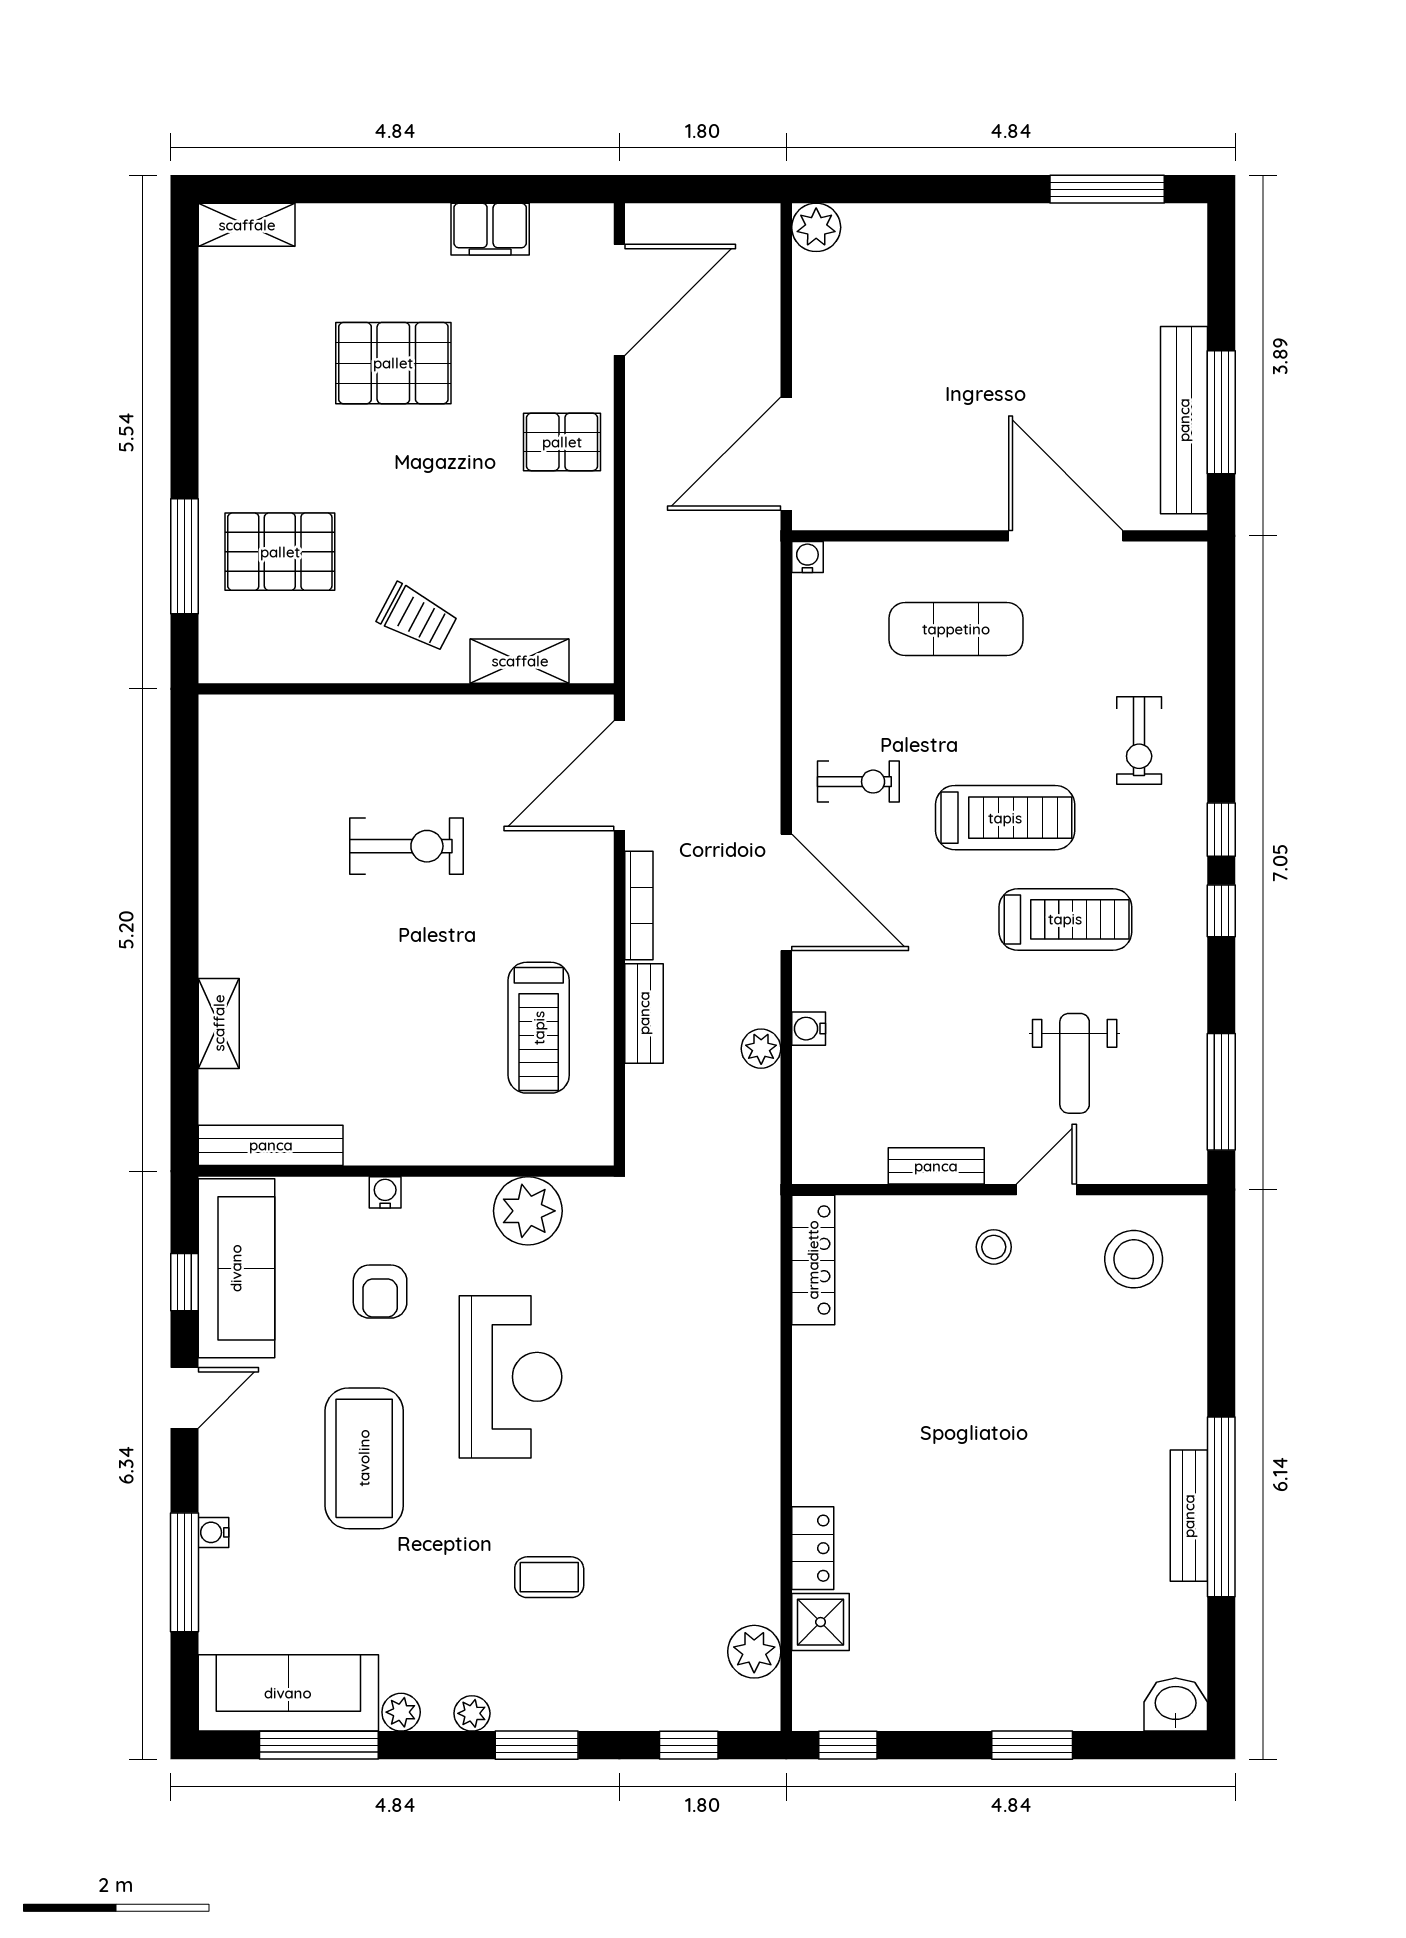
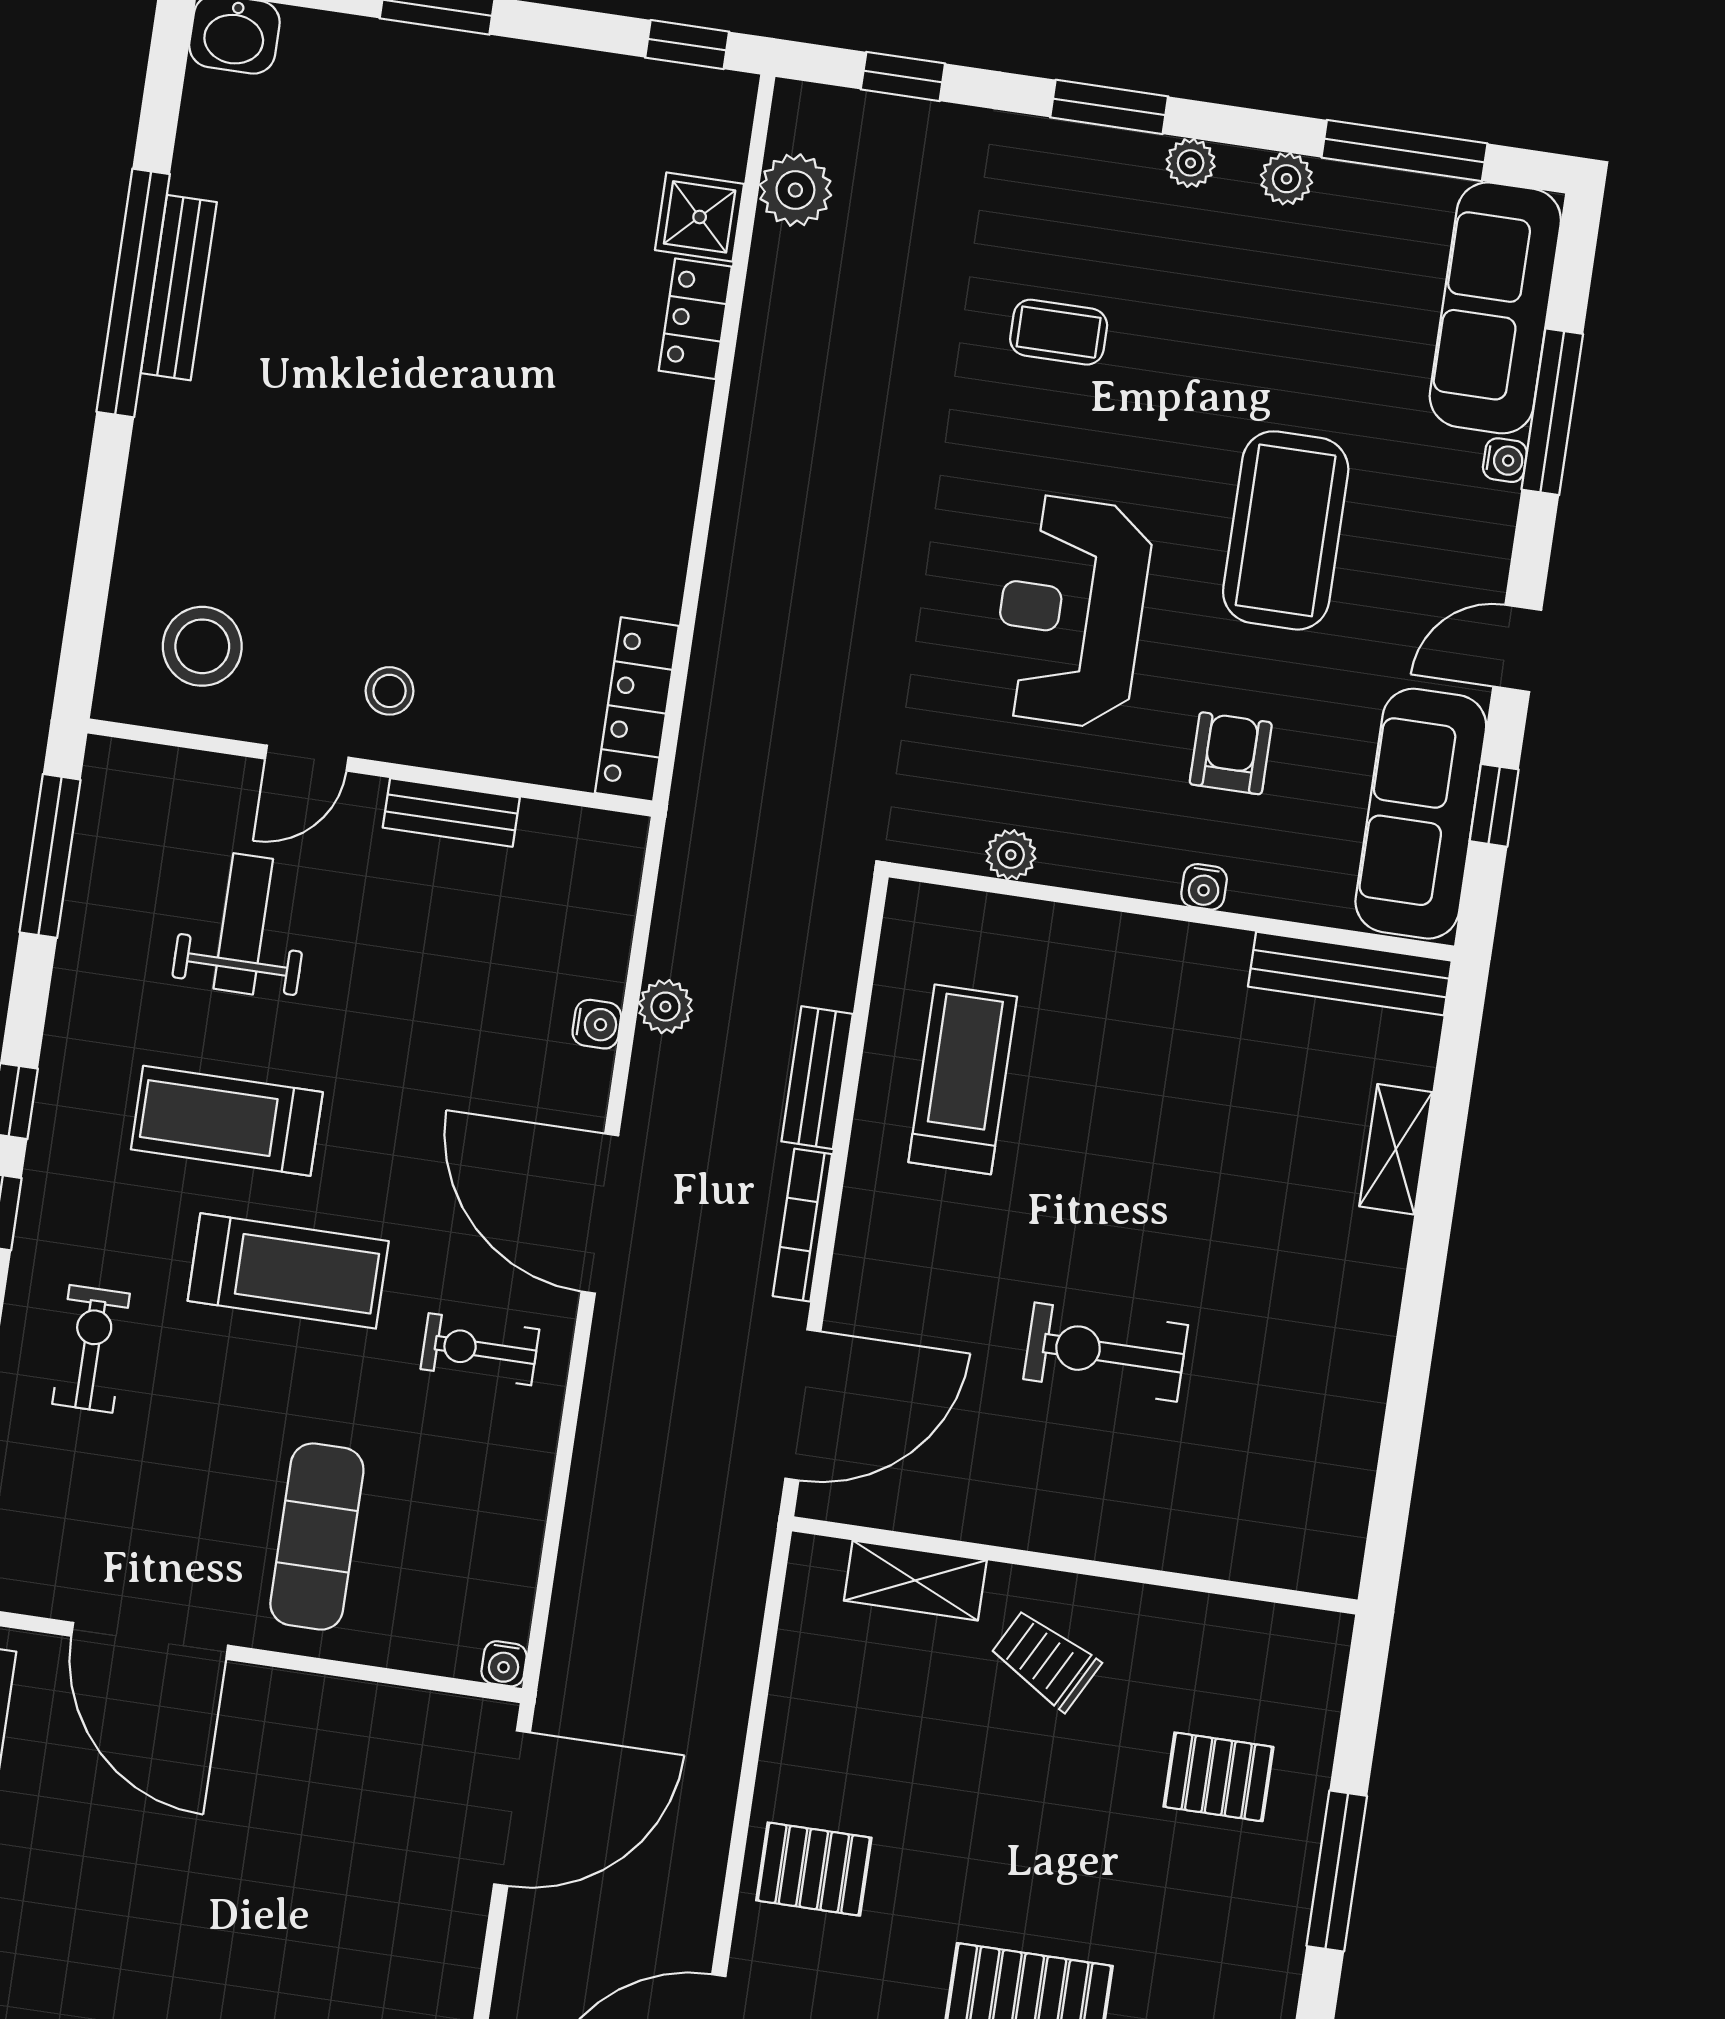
pallet: (280, 552) -> (1218, 1777), width x0.67, depth x0.71
window: (184, 556) -> (1337, 1871), moved
exercise mat: (956, 629) -> (317, 1537), turned 90
treadmill: (1005, 818) -> (288, 1271), turned 180
plant: (528, 1211) -> (1011, 855), width x0.53, depth x0.53
sofa: (288, 1693) -> (1495, 308), moved, turned 90

